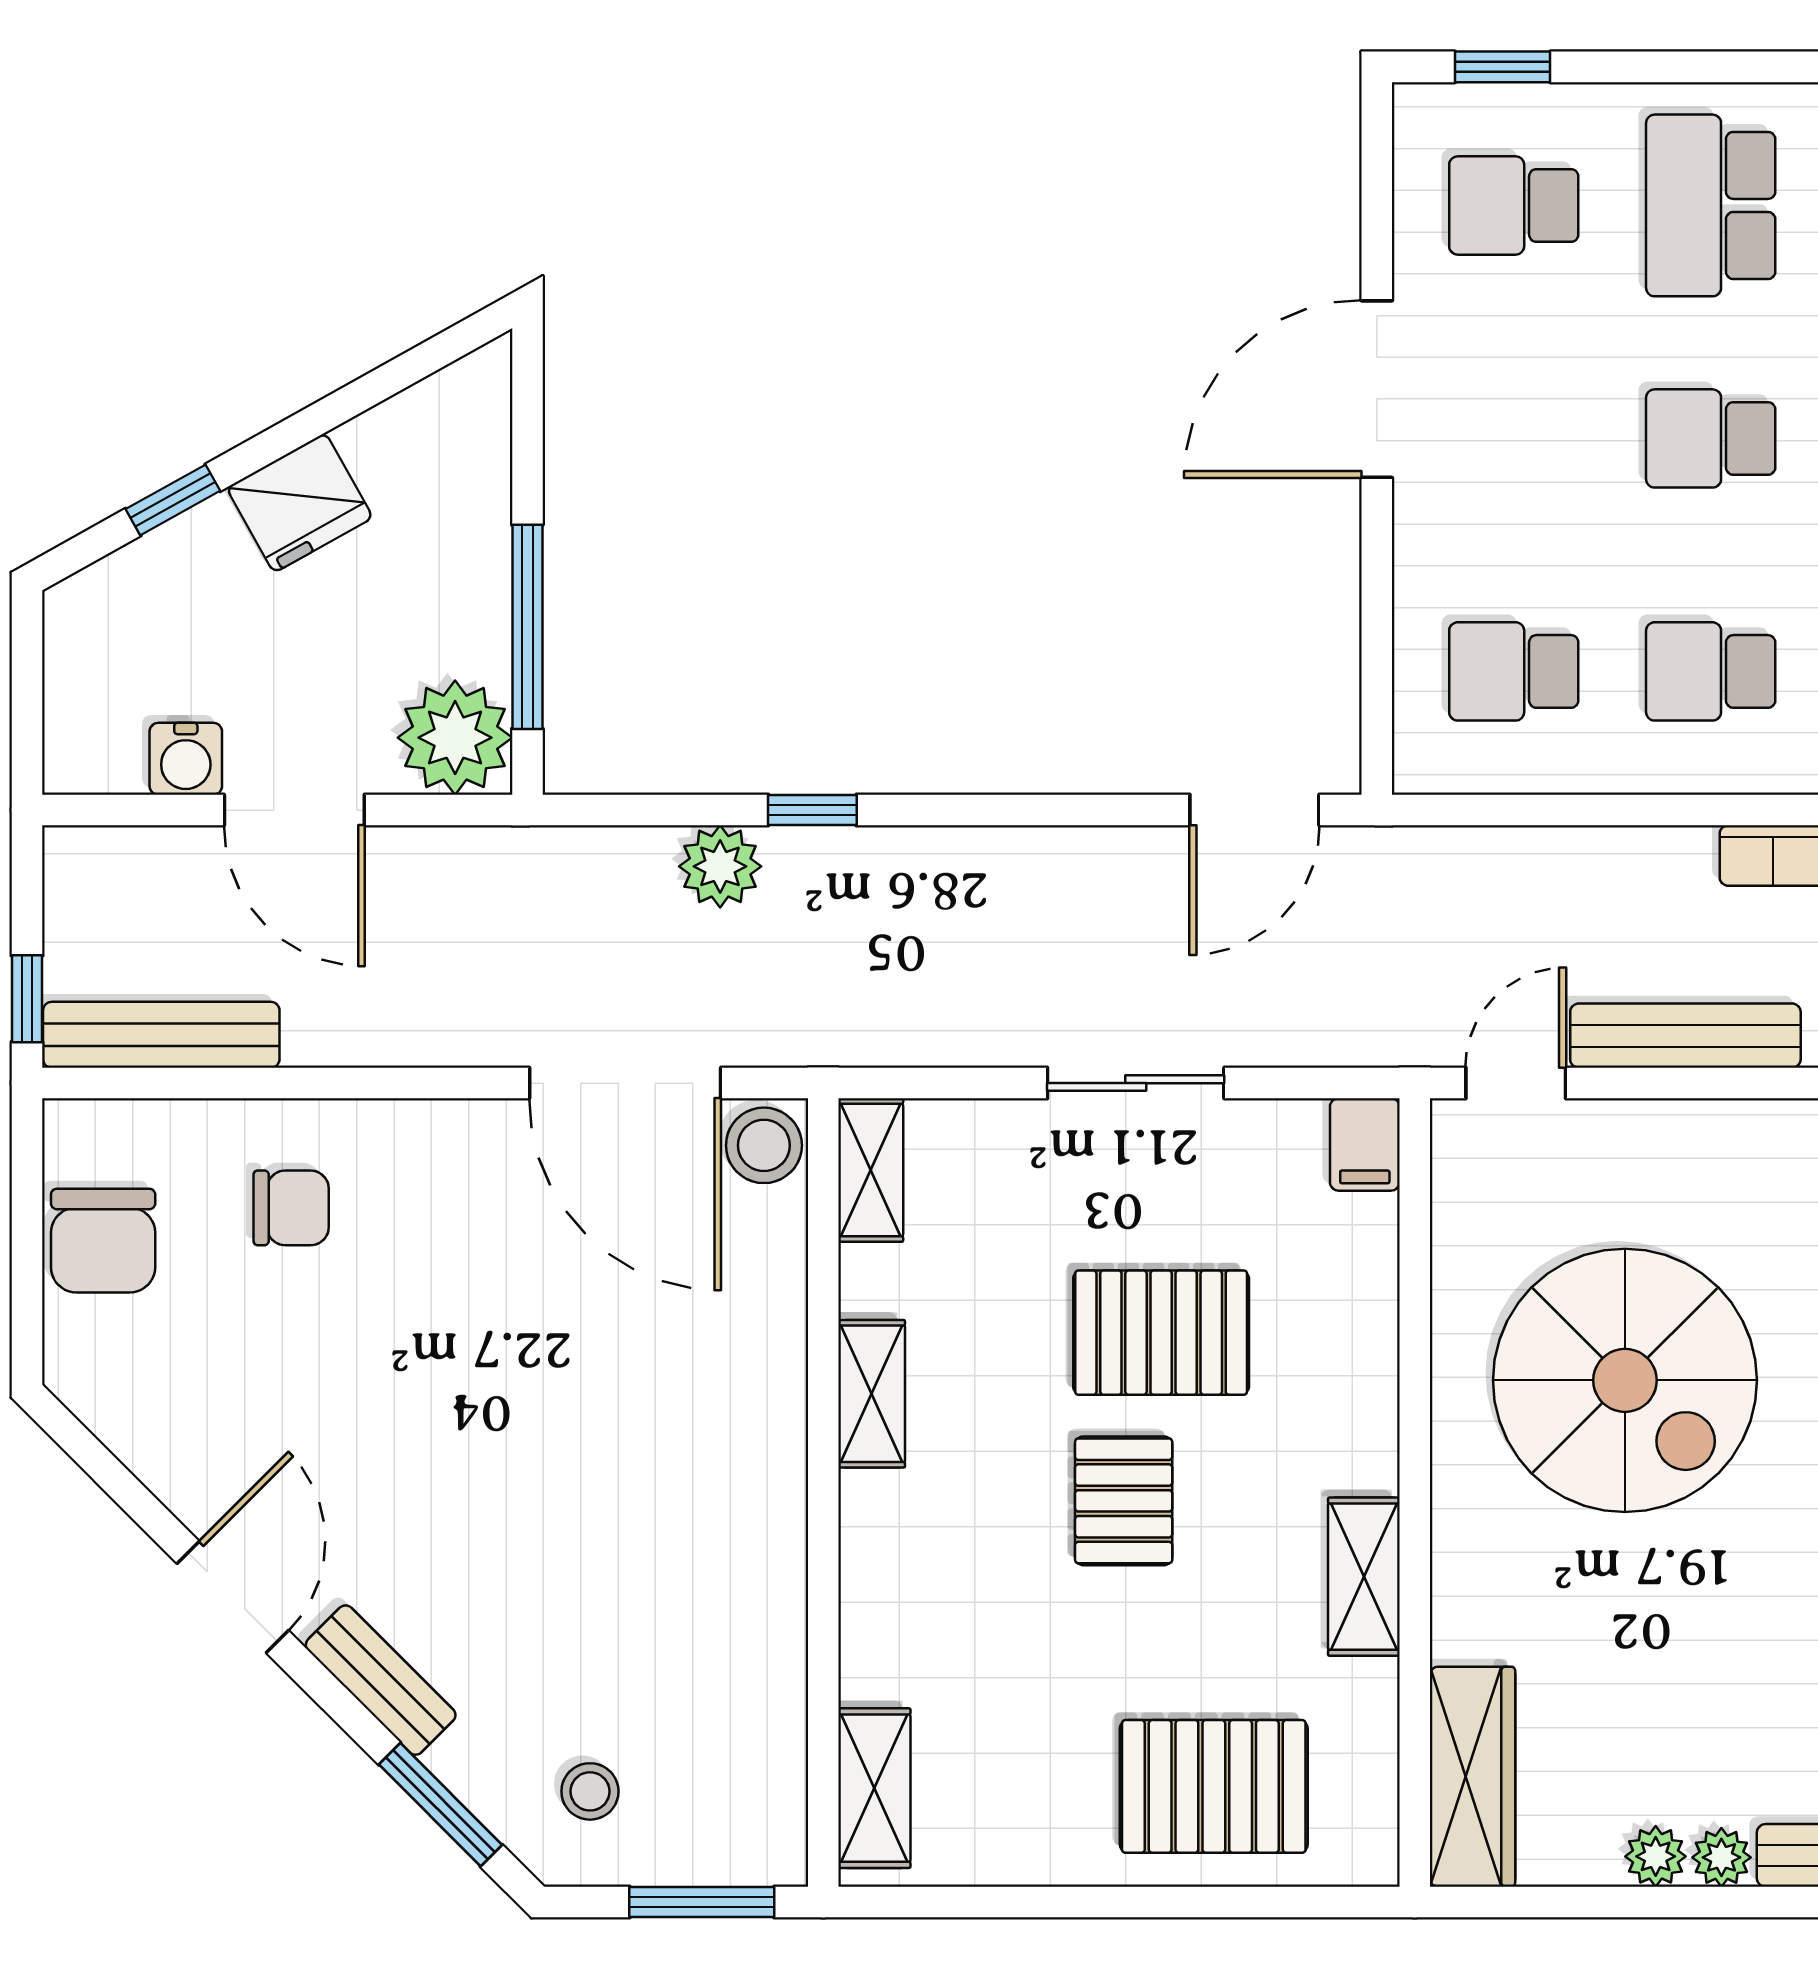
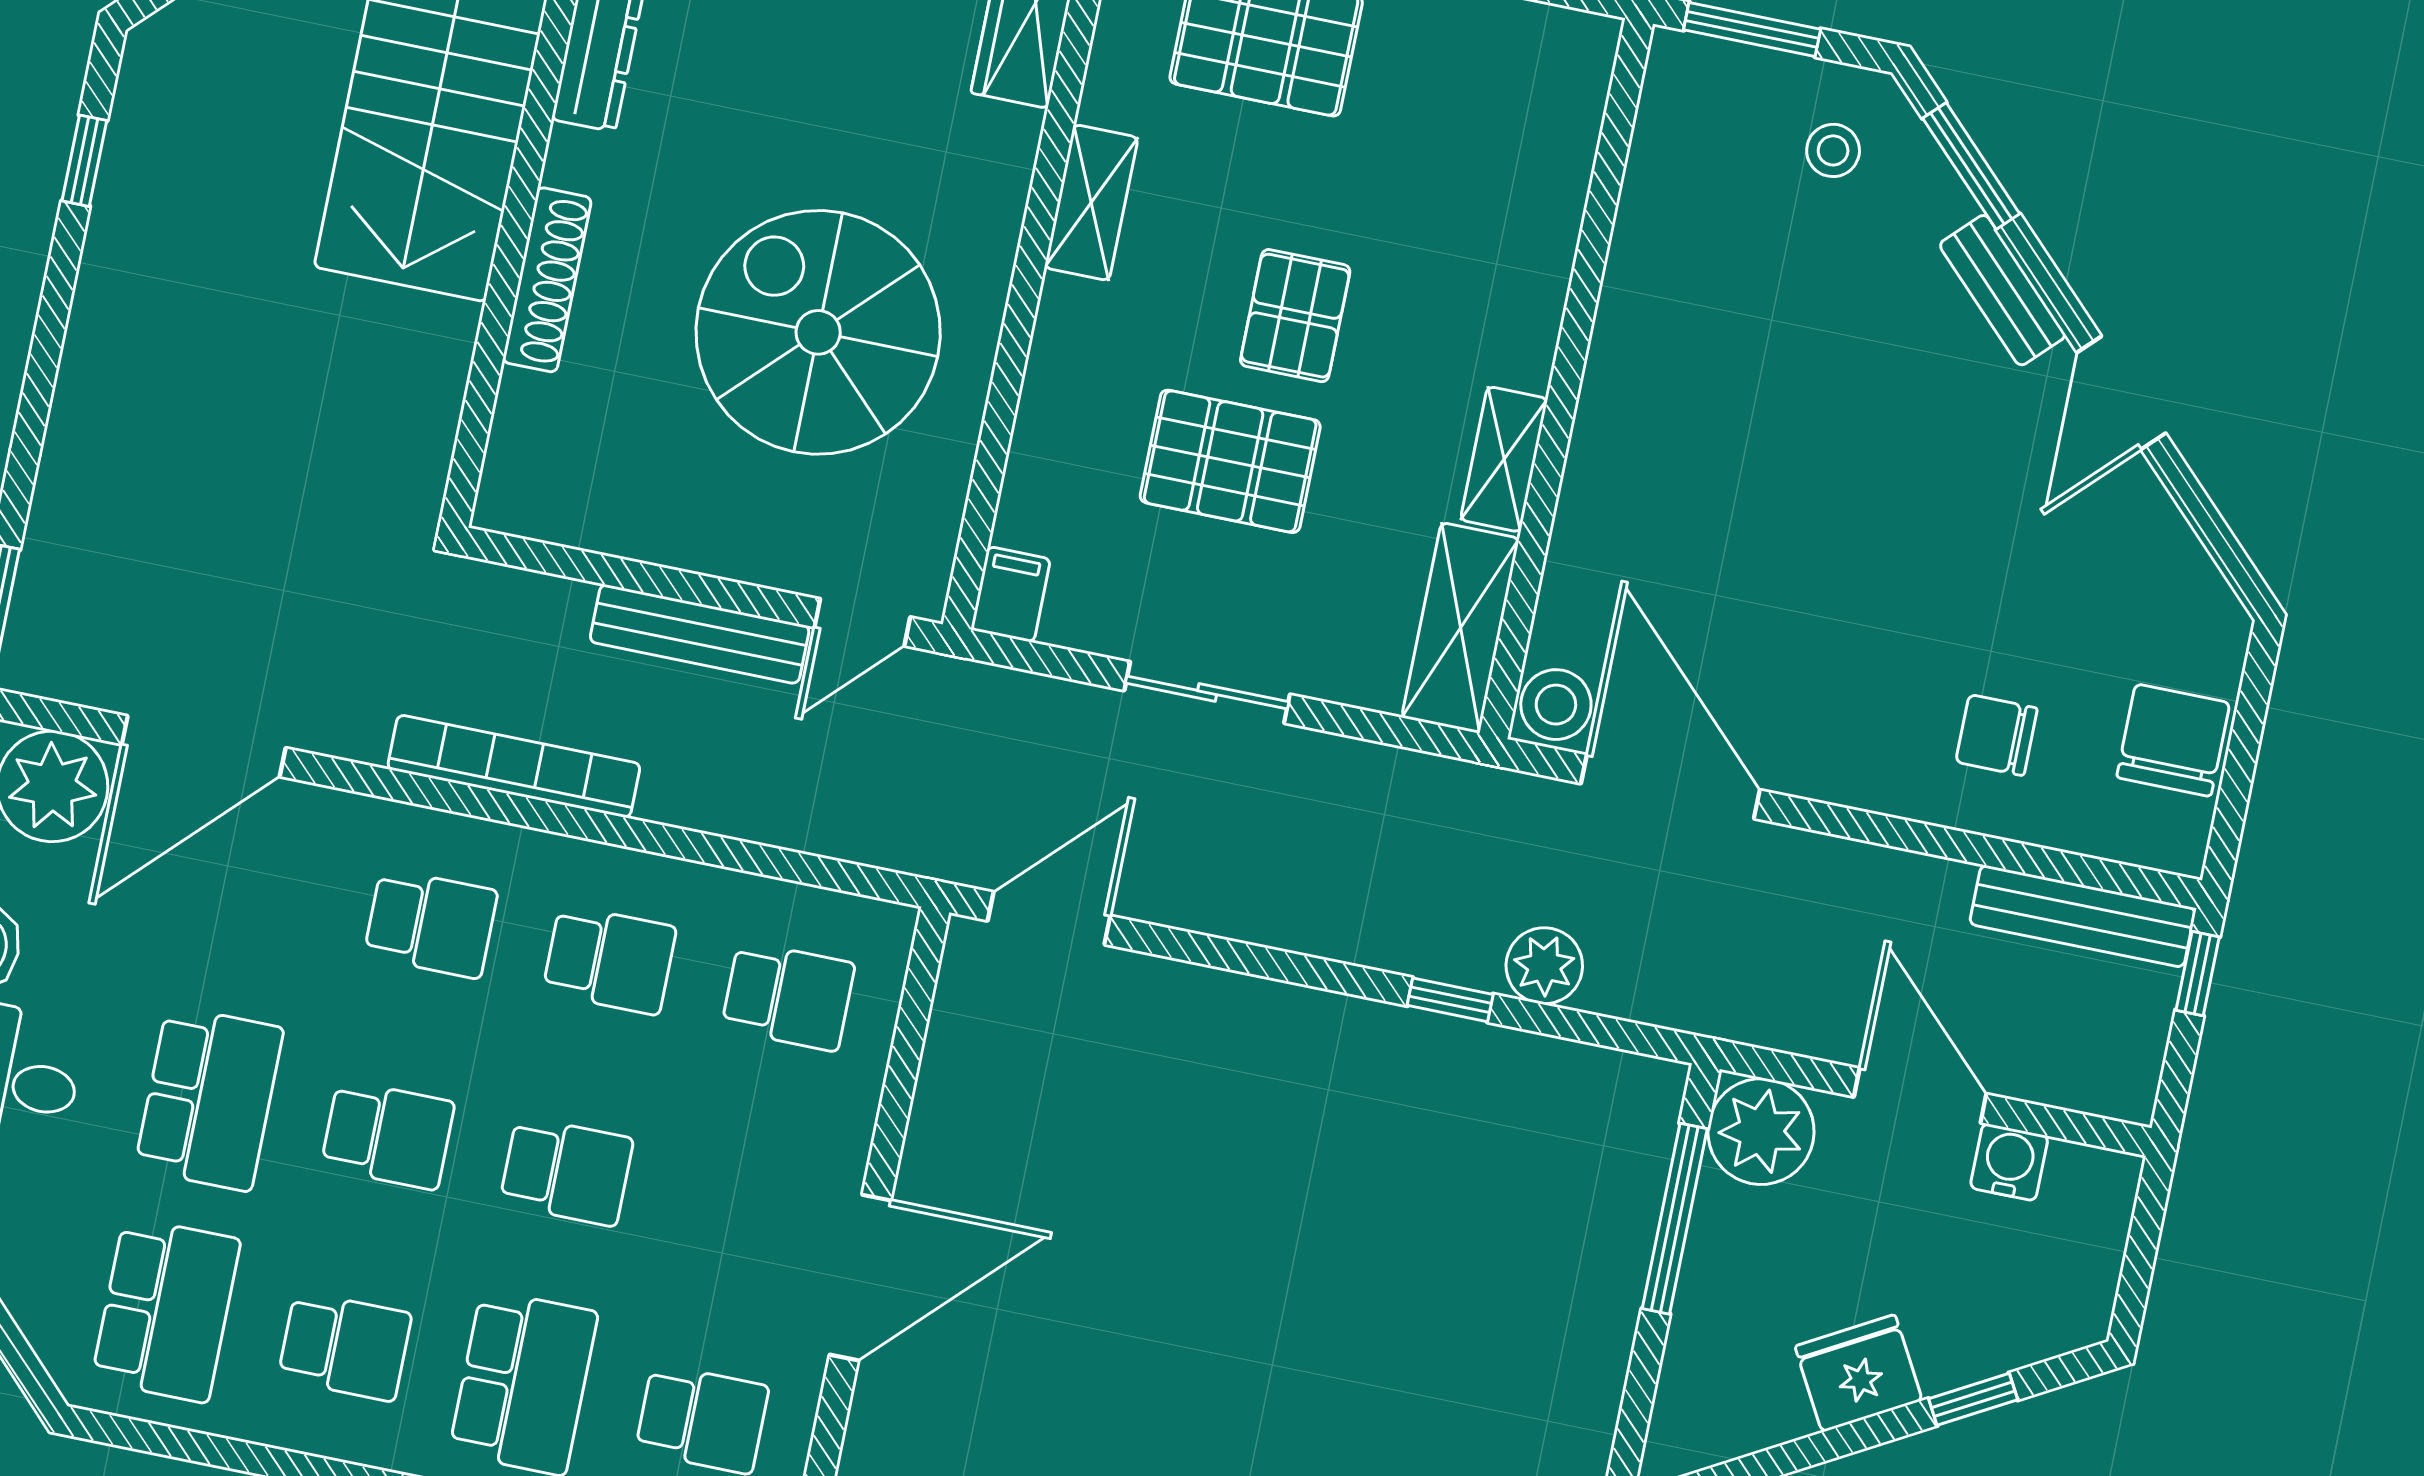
shelving: (871, 1170) -> (1460, 628), width x1.50, depth x1.33
shelving: (874, 1788) -> (1574, 101), removed

